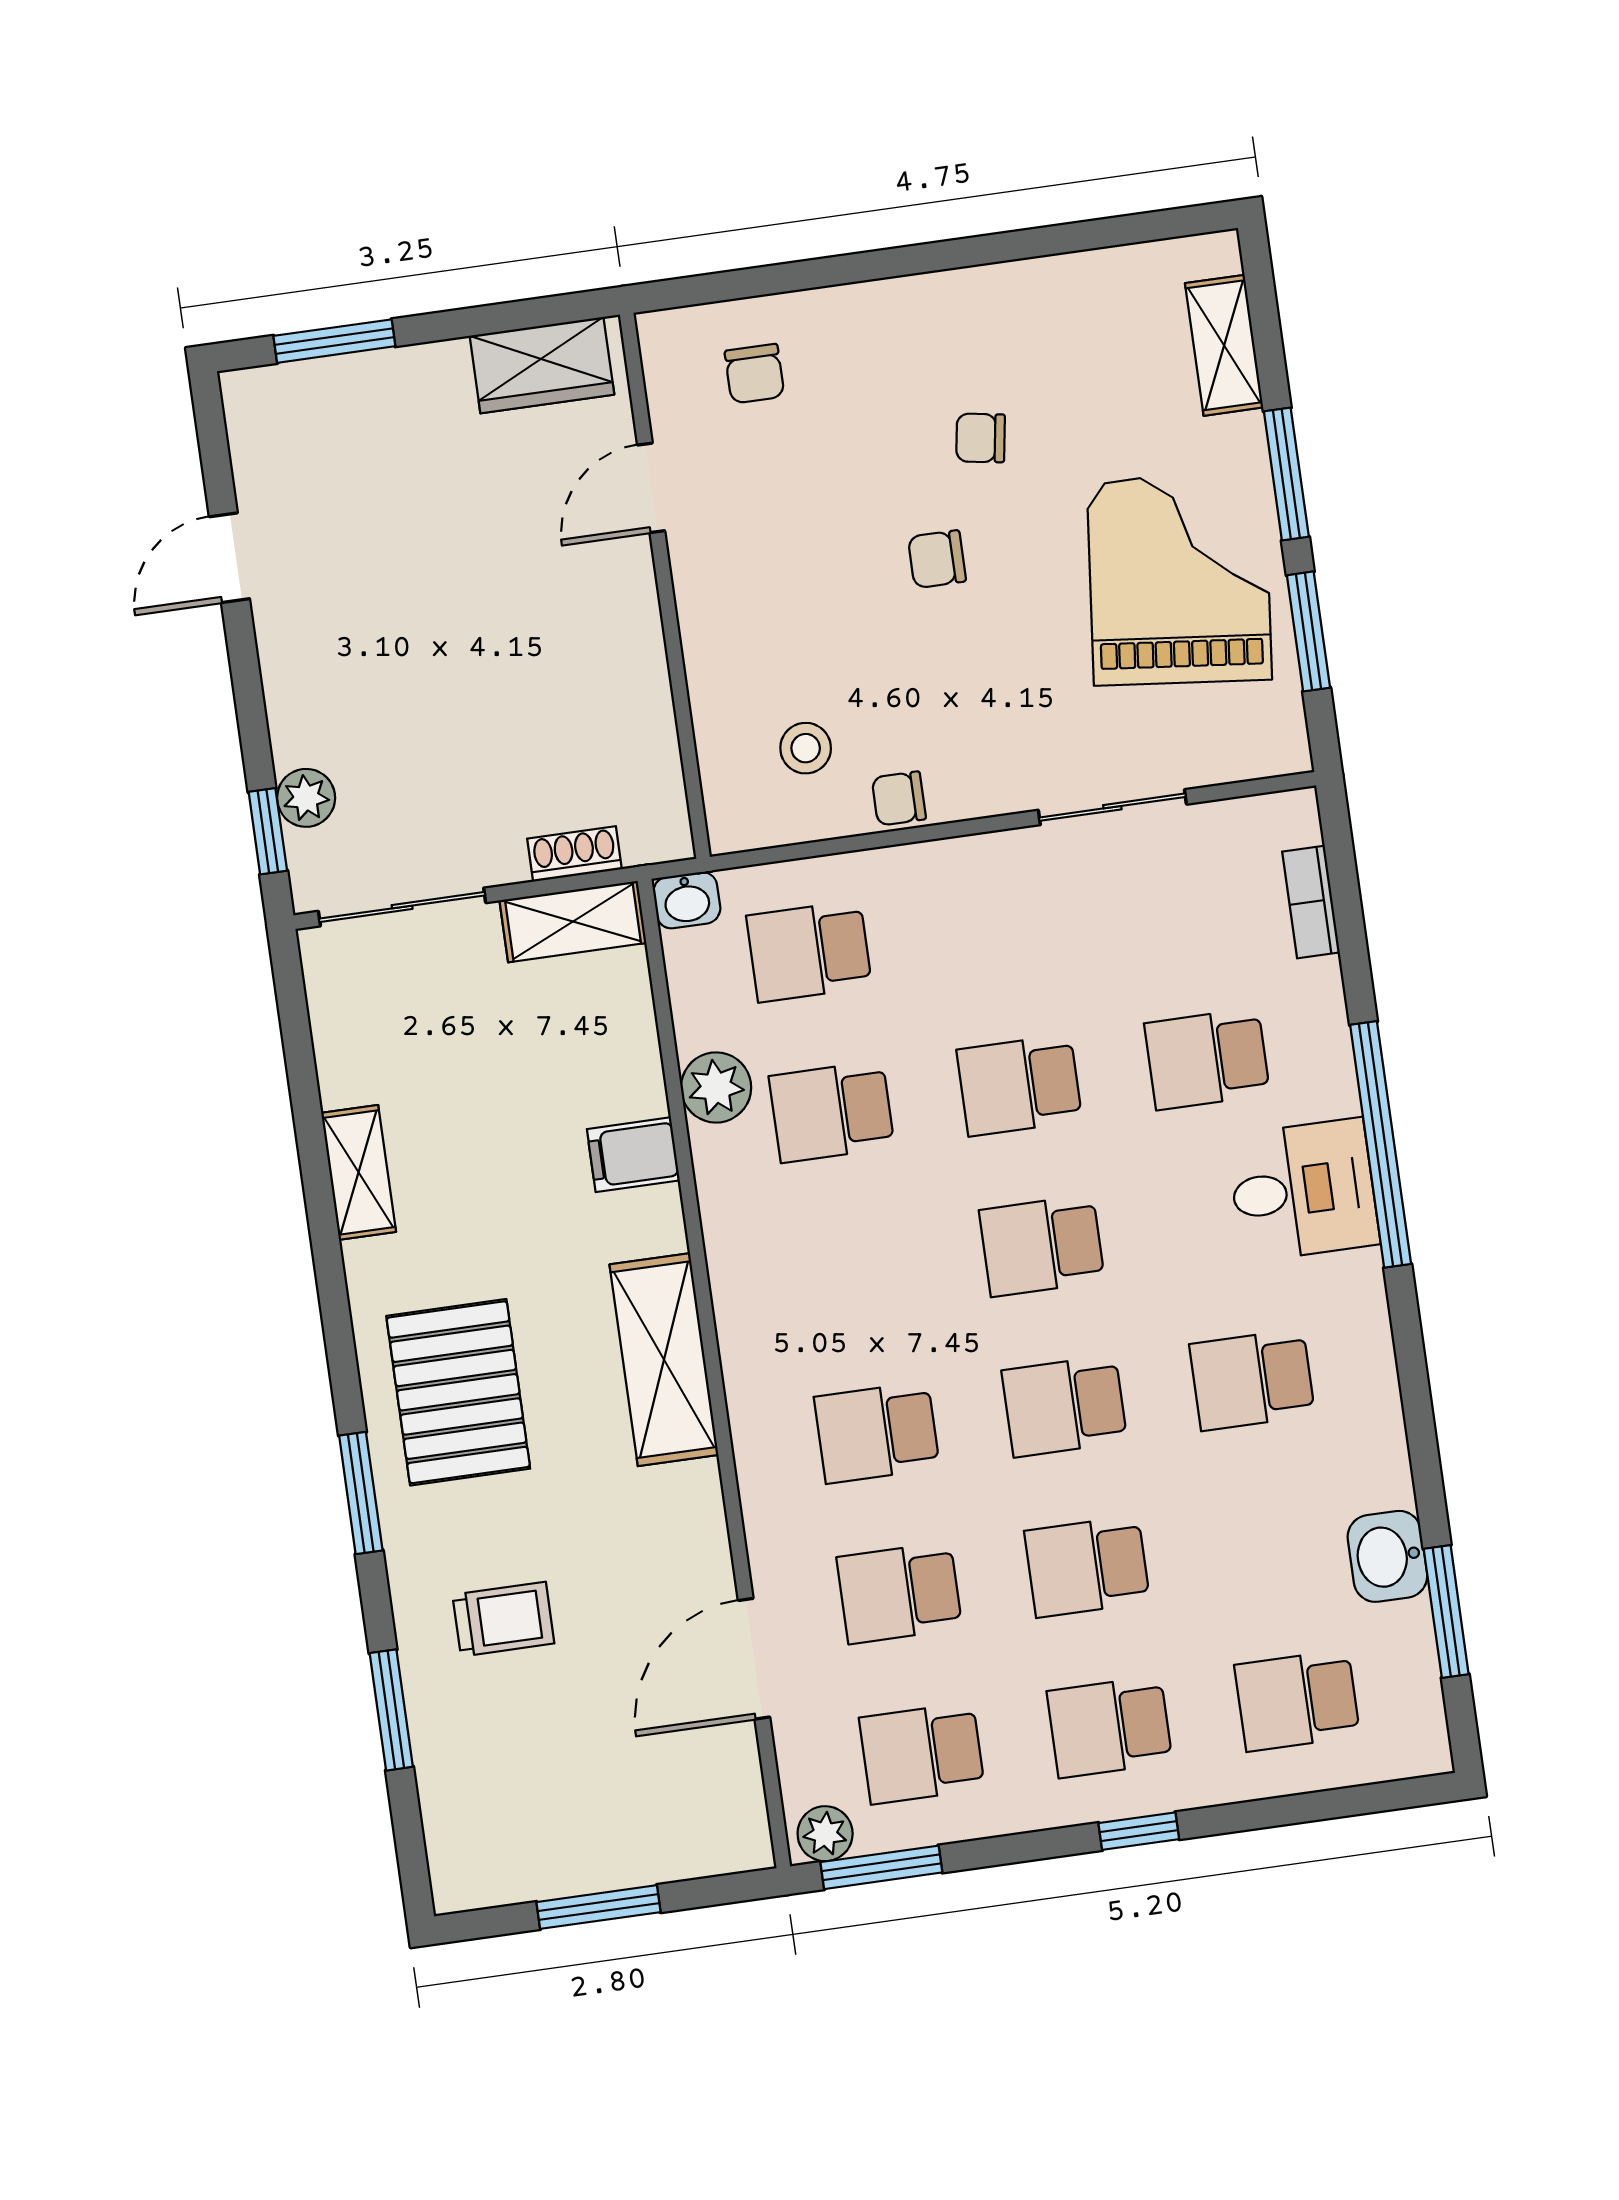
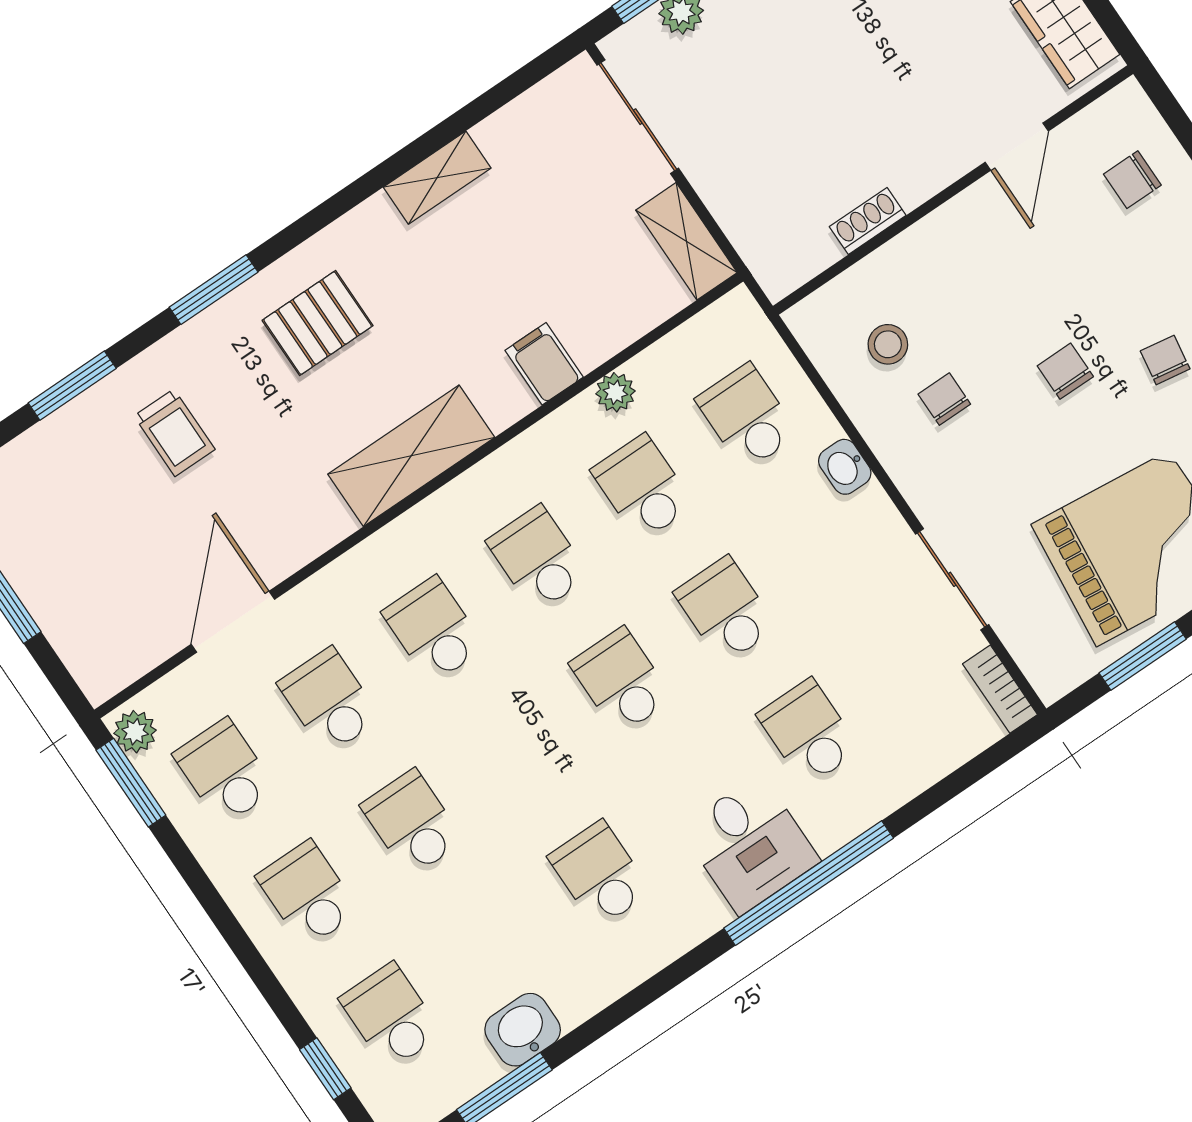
door: (651, 488) -> (1017, 147), swing flipped
chair: (899, 798) -> (944, 399), moved
shoe rack: (574, 854) -> (868, 221), moved, turned -90
washbasin: (687, 900) -> (845, 467), moved
bookcase: (1311, 902) -> (1000, 689), moved, turned -90
plant: (716, 1087) -> (615, 392), width x0.73, depth x0.73
pallet: (458, 1392) -> (318, 323), width x0.67, depth x0.71
school desk: (1064, 1406) -> (538, 559), moved
door: (754, 1659) -> (233, 622), hinge flipped
window: (1139, 1831) -> (325, 1069), moved

